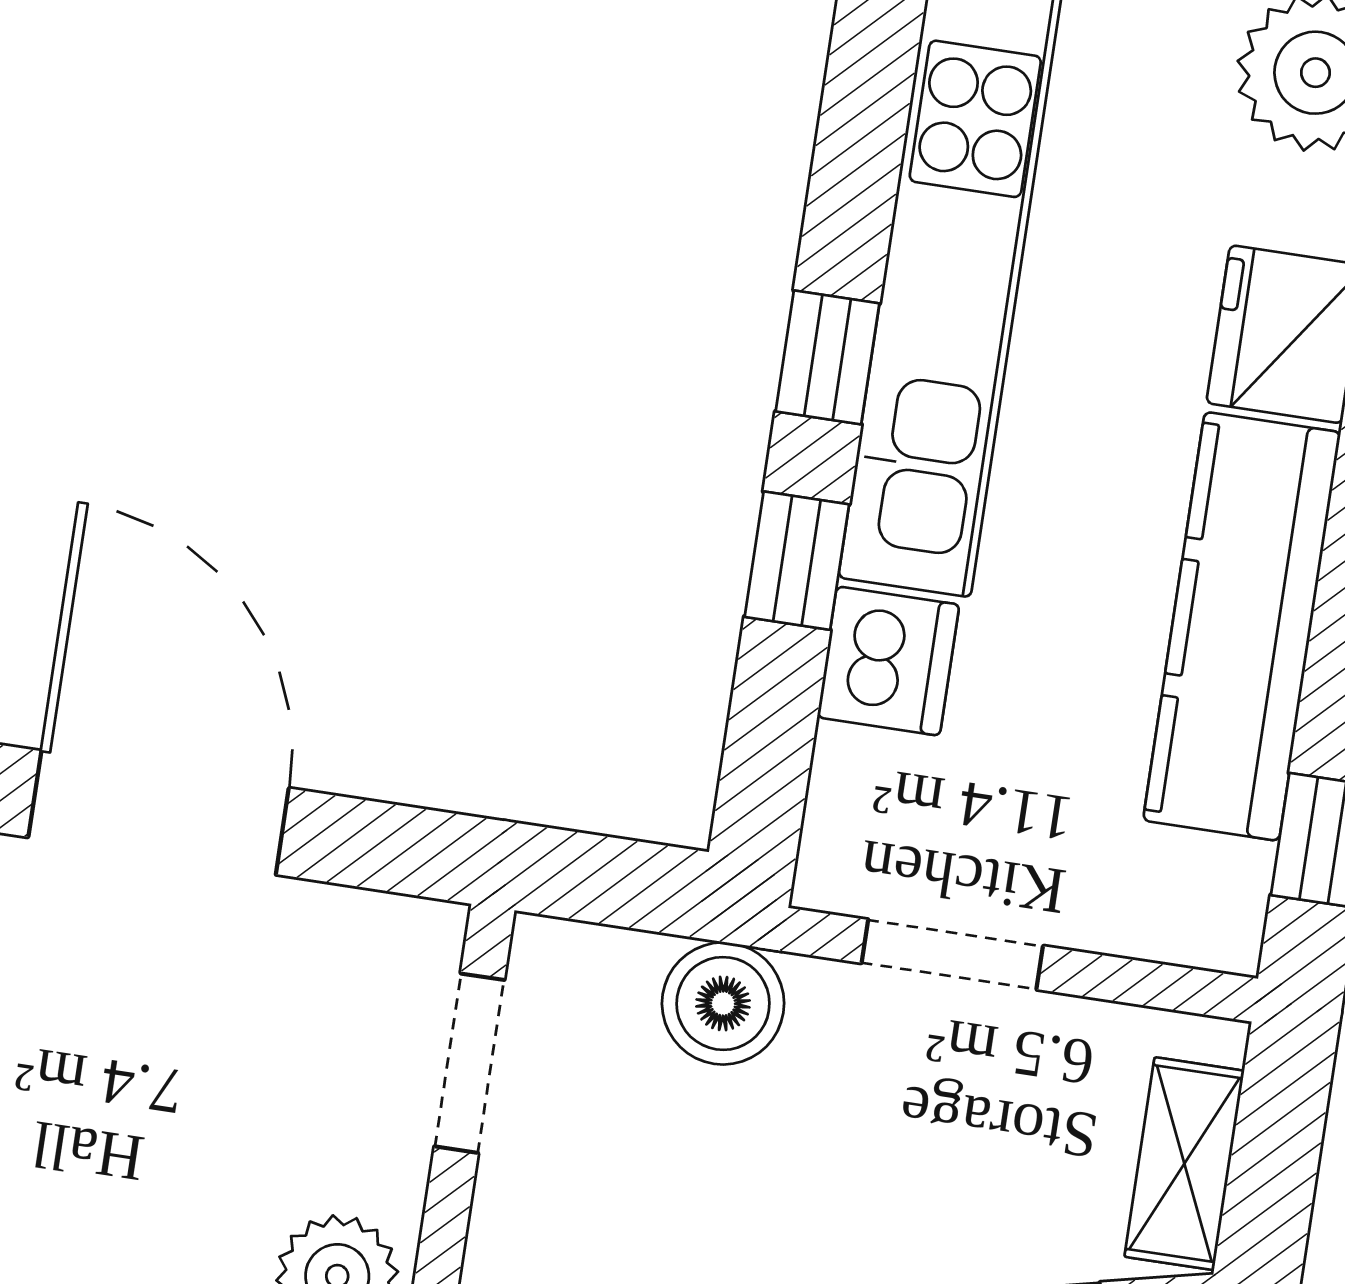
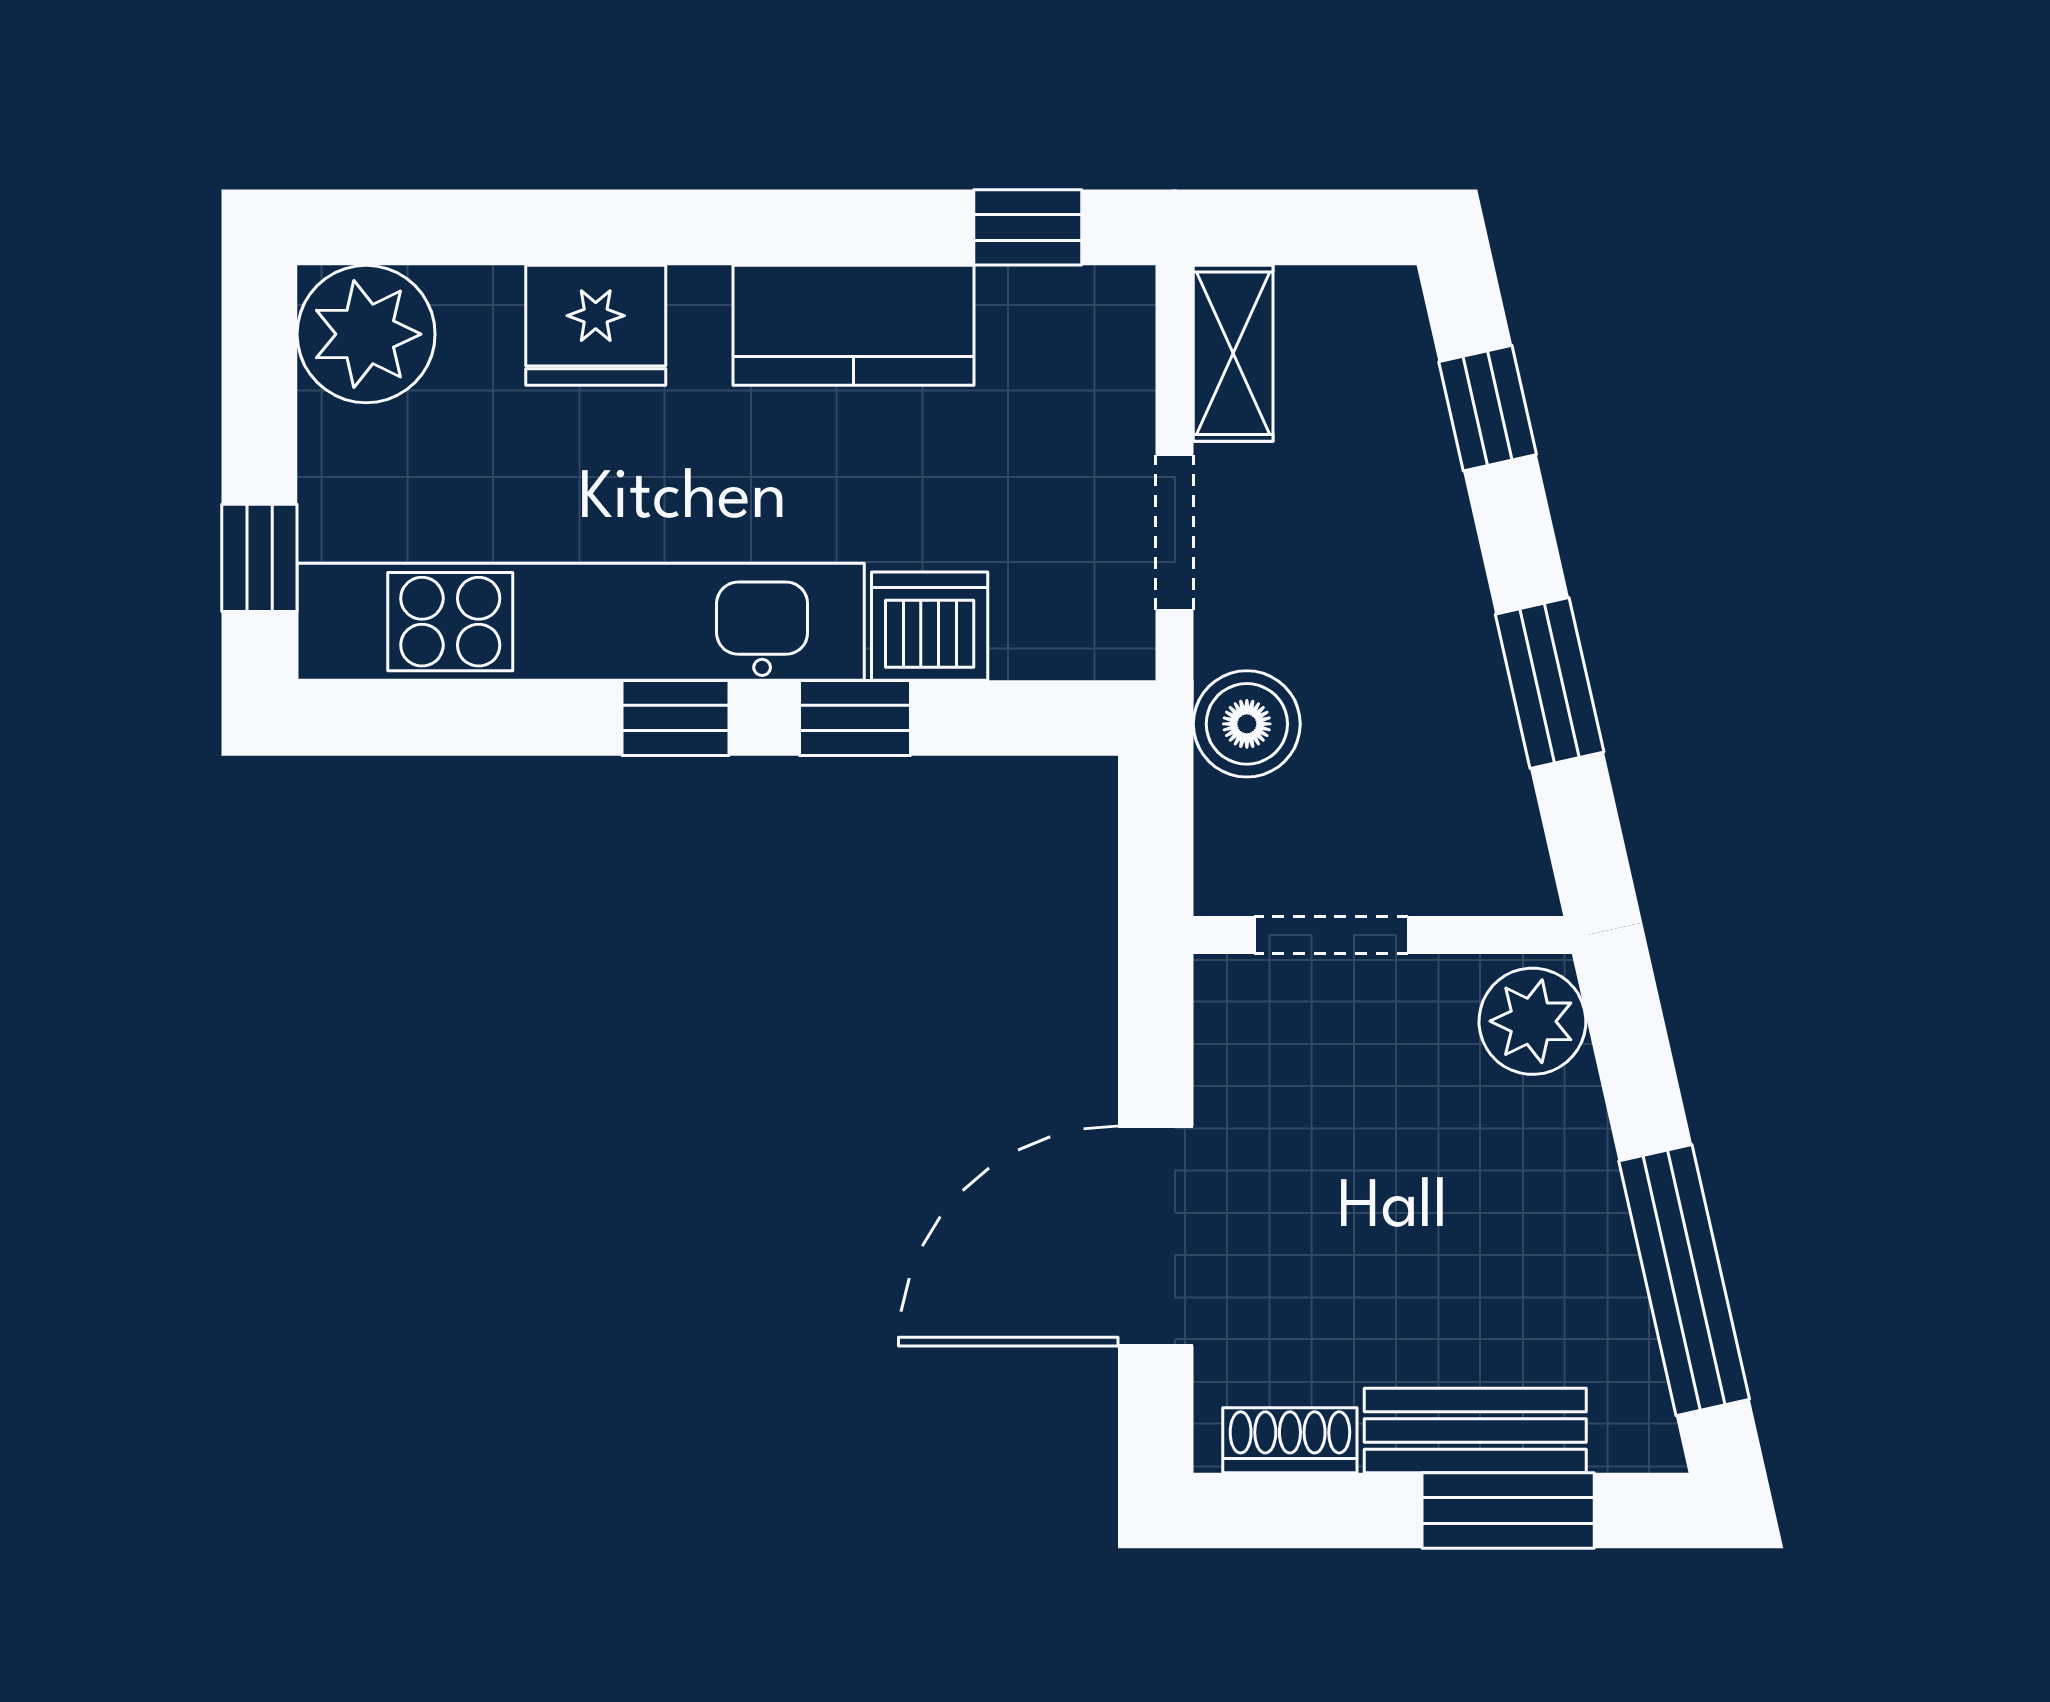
kitchen counter: (1242, 626) -> (854, 325), width x0.67
shelving: (1184, 1164) -> (1233, 353), moved, turned 90

